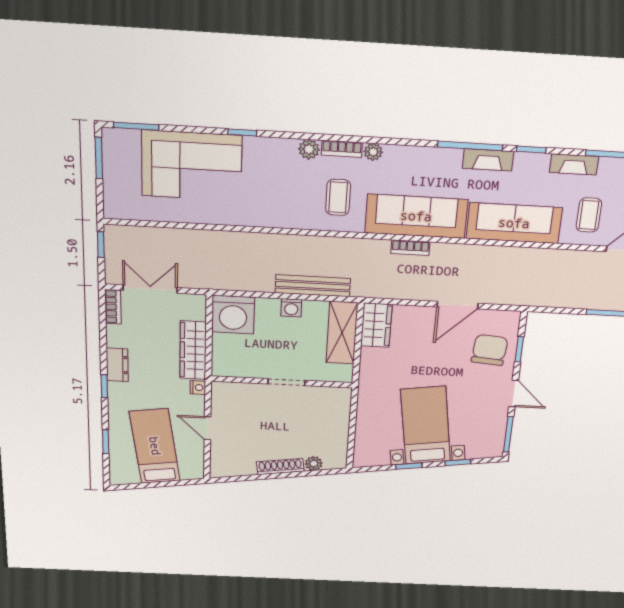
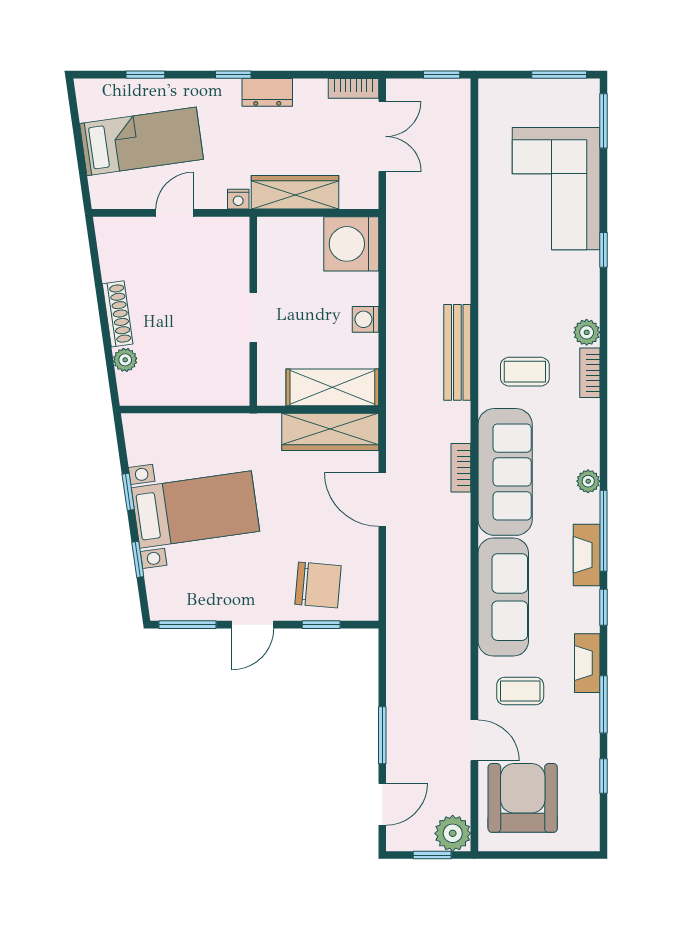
plant: (373, 152) -> (588, 481), moved
bench: (313, 286) -> (457, 352), moved
door: (458, 305) -> (382, 499), moved
wardrobe: (376, 325) -> (330, 432), width x1.50

